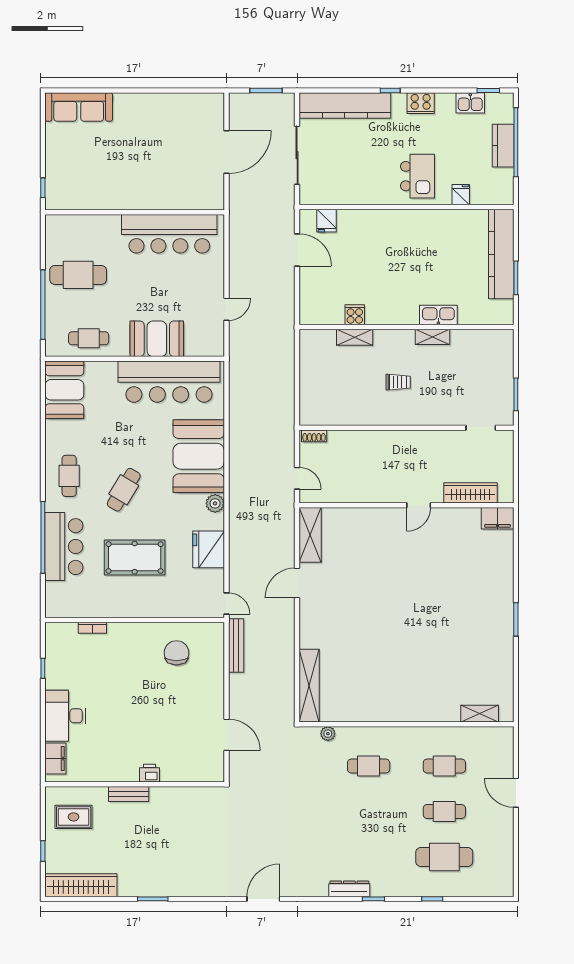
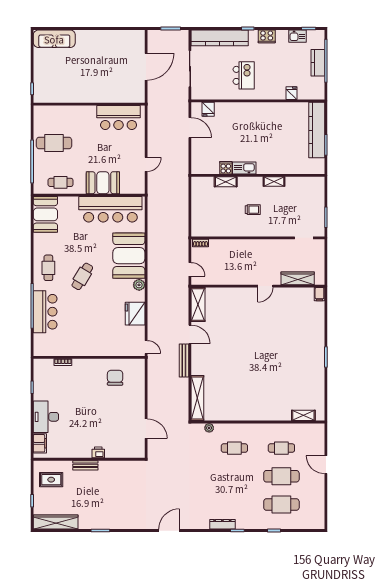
kitchen island: (418, 176) -> (244, 75), moved
bar counter: (169, 234) -> (119, 118), width x0.73
kitchen sink: (438, 315) -> (244, 168), moved
filing cabinet: (498, 518) -> (319, 294), width x0.50
pool table: (135, 558) -> (89, 319), removed
door: (297, 583) -> (190, 334), swing flipped
bench: (236, 645) -> (184, 361), moved
cafe table: (444, 812) -> (281, 476), width x1.37, depth x1.35

